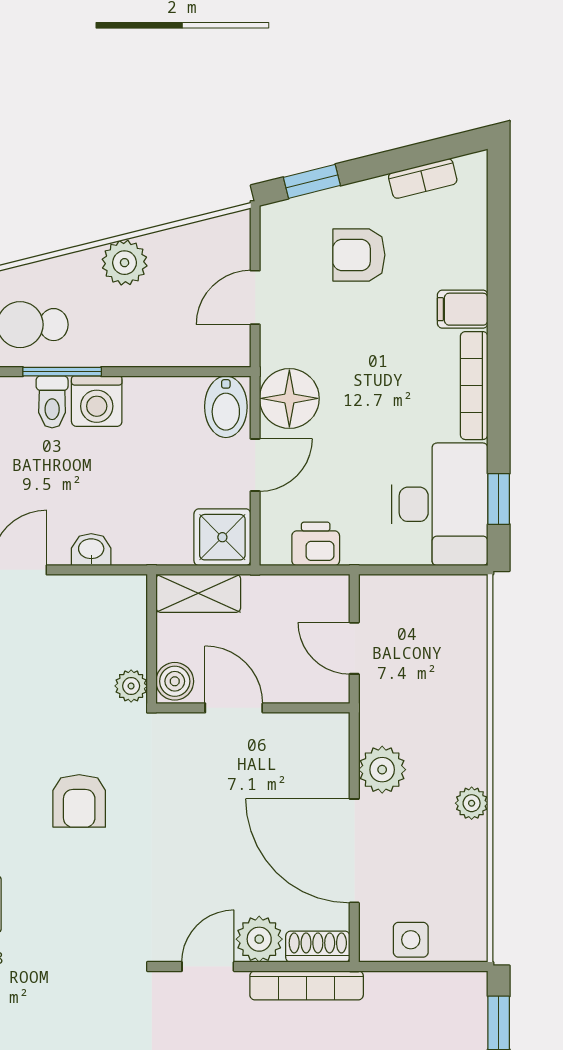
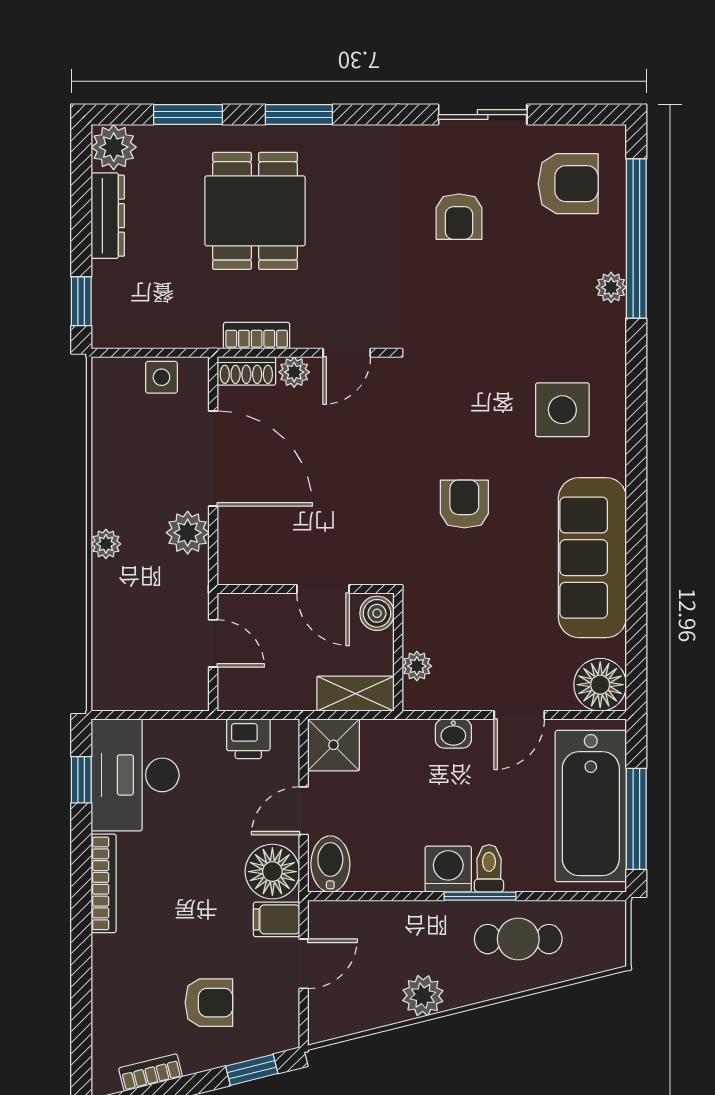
filing cabinet: (463, 309) -> (277, 919), moved, turned 180
plant: (131, 686) -> (417, 666), moved
plant: (472, 803) -> (106, 544), moved
plant: (259, 939) -> (294, 372), width x0.73, depth x0.73
bookcase: (307, 985) -> (257, 336), width x0.64

